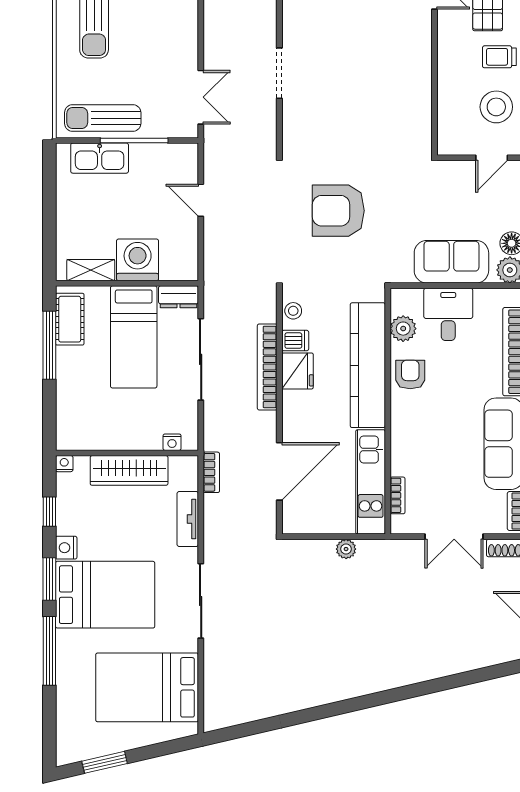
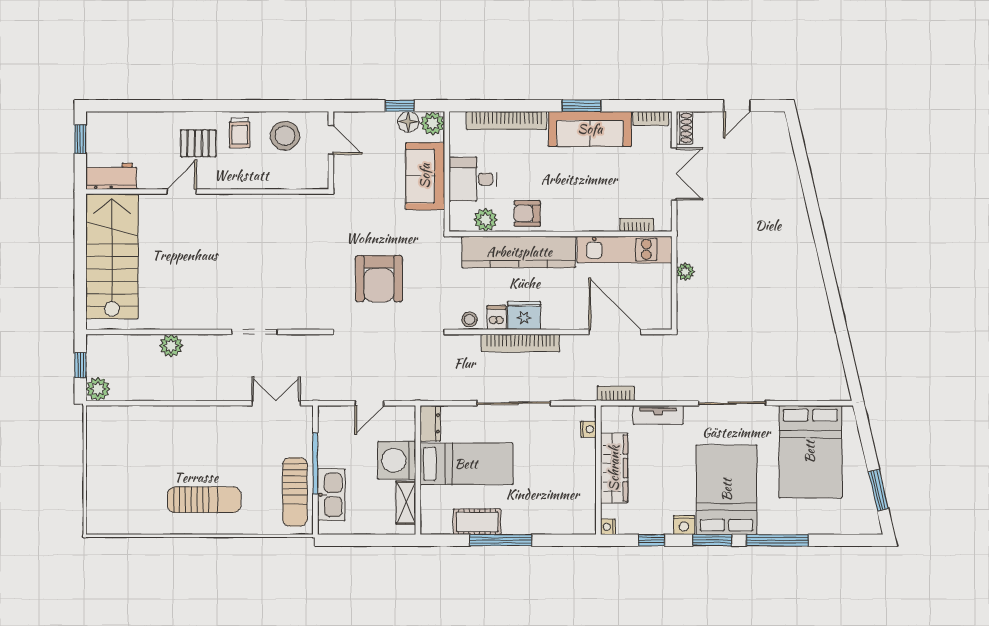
washing machine: (138, 260) -> (397, 460), moved
shelving: (91, 270) -> (406, 503), moved
wall: (127, 283) -> (418, 470), moved
dresser: (178, 297) -> (430, 423), moved
bed: (134, 337) -> (466, 464), moved

